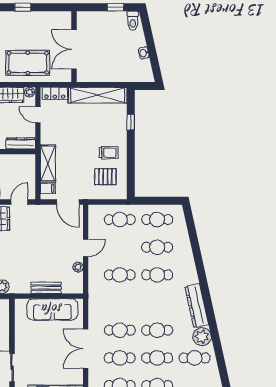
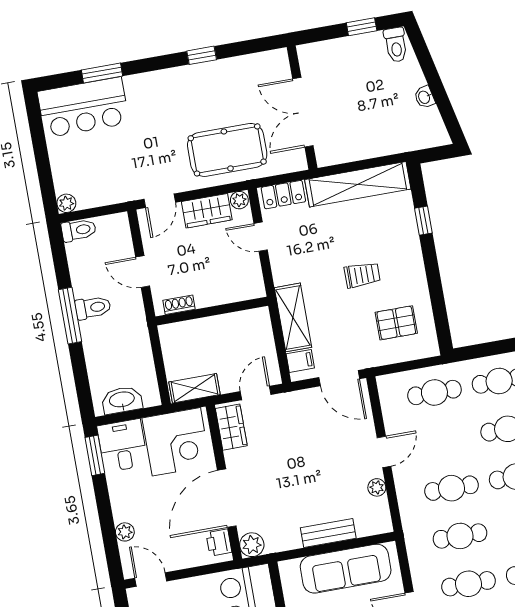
dresser: (21, 143) -> (240, 291), removed
trolley: (109, 153) -> (362, 275), moved
cafe table: (120, 303) -> (460, 536), added

